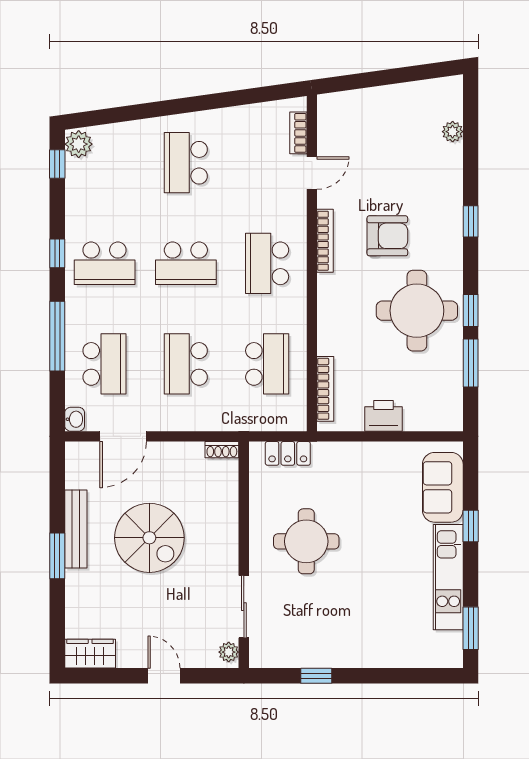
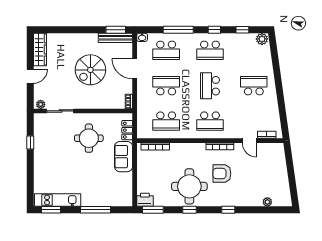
window: (57, 164) -> (242, 30), moved
armchair: (387, 236) -> (222, 174), turned 90
school desk: (105, 263) -> (210, 50), turned -90
school desk: (267, 263) -> (210, 121), turned 180
window: (471, 363) -> (153, 210), moved
printer: (384, 416) -> (145, 200), moved, turned -90
door: (123, 436) -> (135, 69), moved
sofa: (443, 487) -> (124, 157), moved, turned -90
window: (471, 526) -> (96, 210), width x2.17
bench: (76, 529) -> (115, 38), moved
window: (57, 556) -> (116, 30), moved
kitchen unit: (448, 577) -> (58, 200), moved
wardrobe: (90, 654) -> (40, 49), width x1.50

